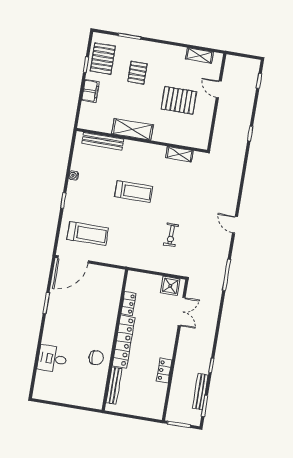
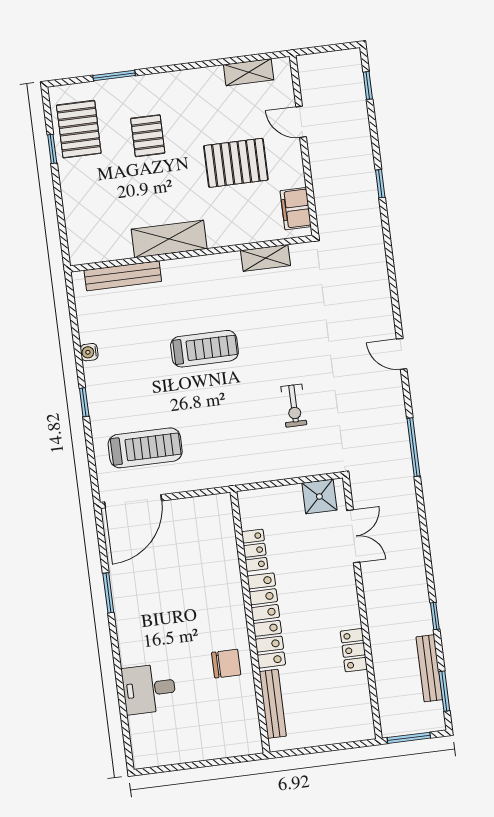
filing cabinet: (90, 91) -> (296, 209), moved, turned 180

